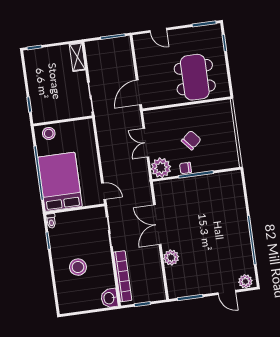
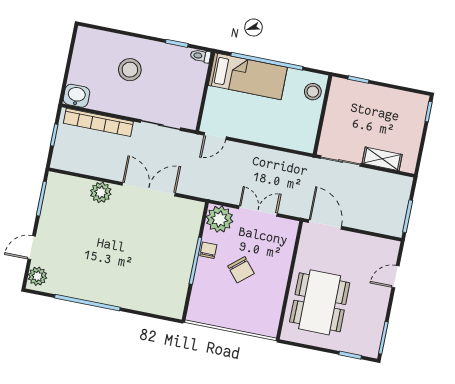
shelving: (77, 57) -> (382, 159), moved
dining table: (195, 77) -> (320, 302), turned 90
bed: (60, 182) -> (248, 76), width x0.67

